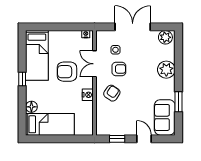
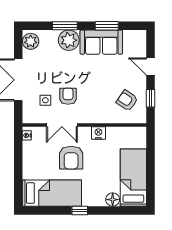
window: (179, 66) -> (65, 26), added
armchair: (112, 93) -> (127, 101), moved
sofa: (165, 117) -> (101, 42), moved
door: (144, 139) -> (150, 66), hinge flipped

